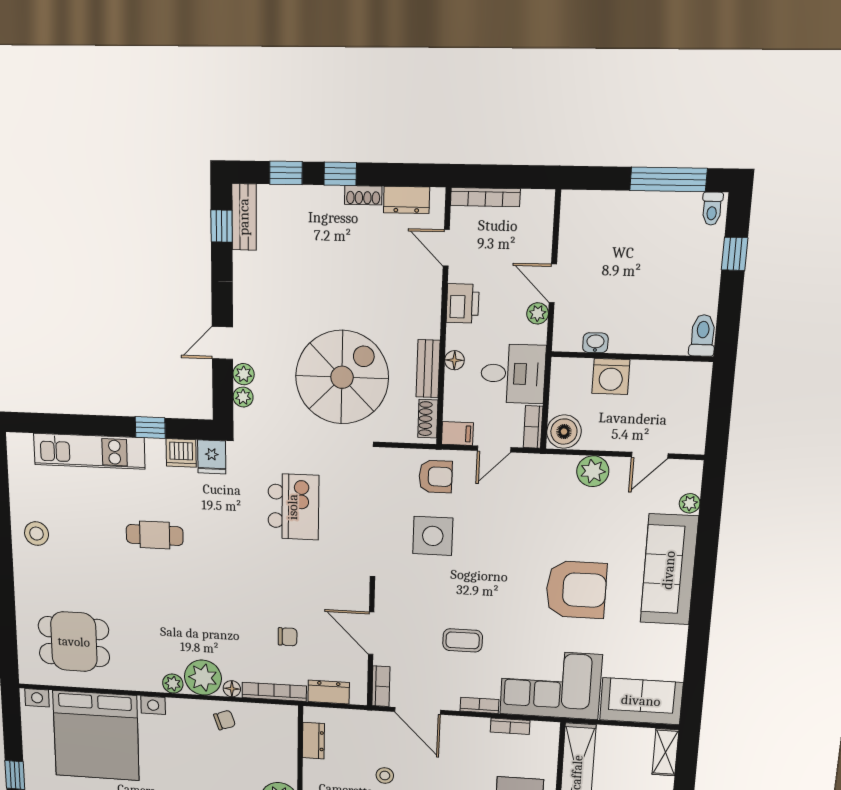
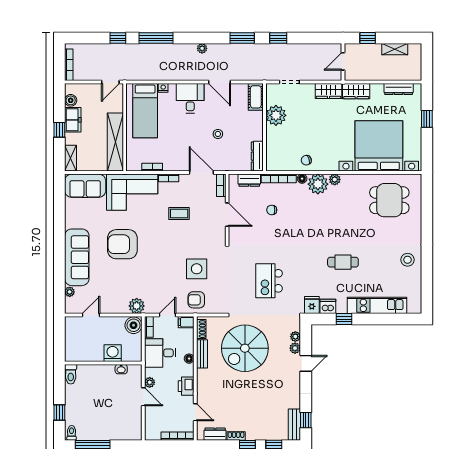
plant: (593, 471) -> (137, 306), moved
dresser: (313, 741) -> (257, 156), width x1.44

